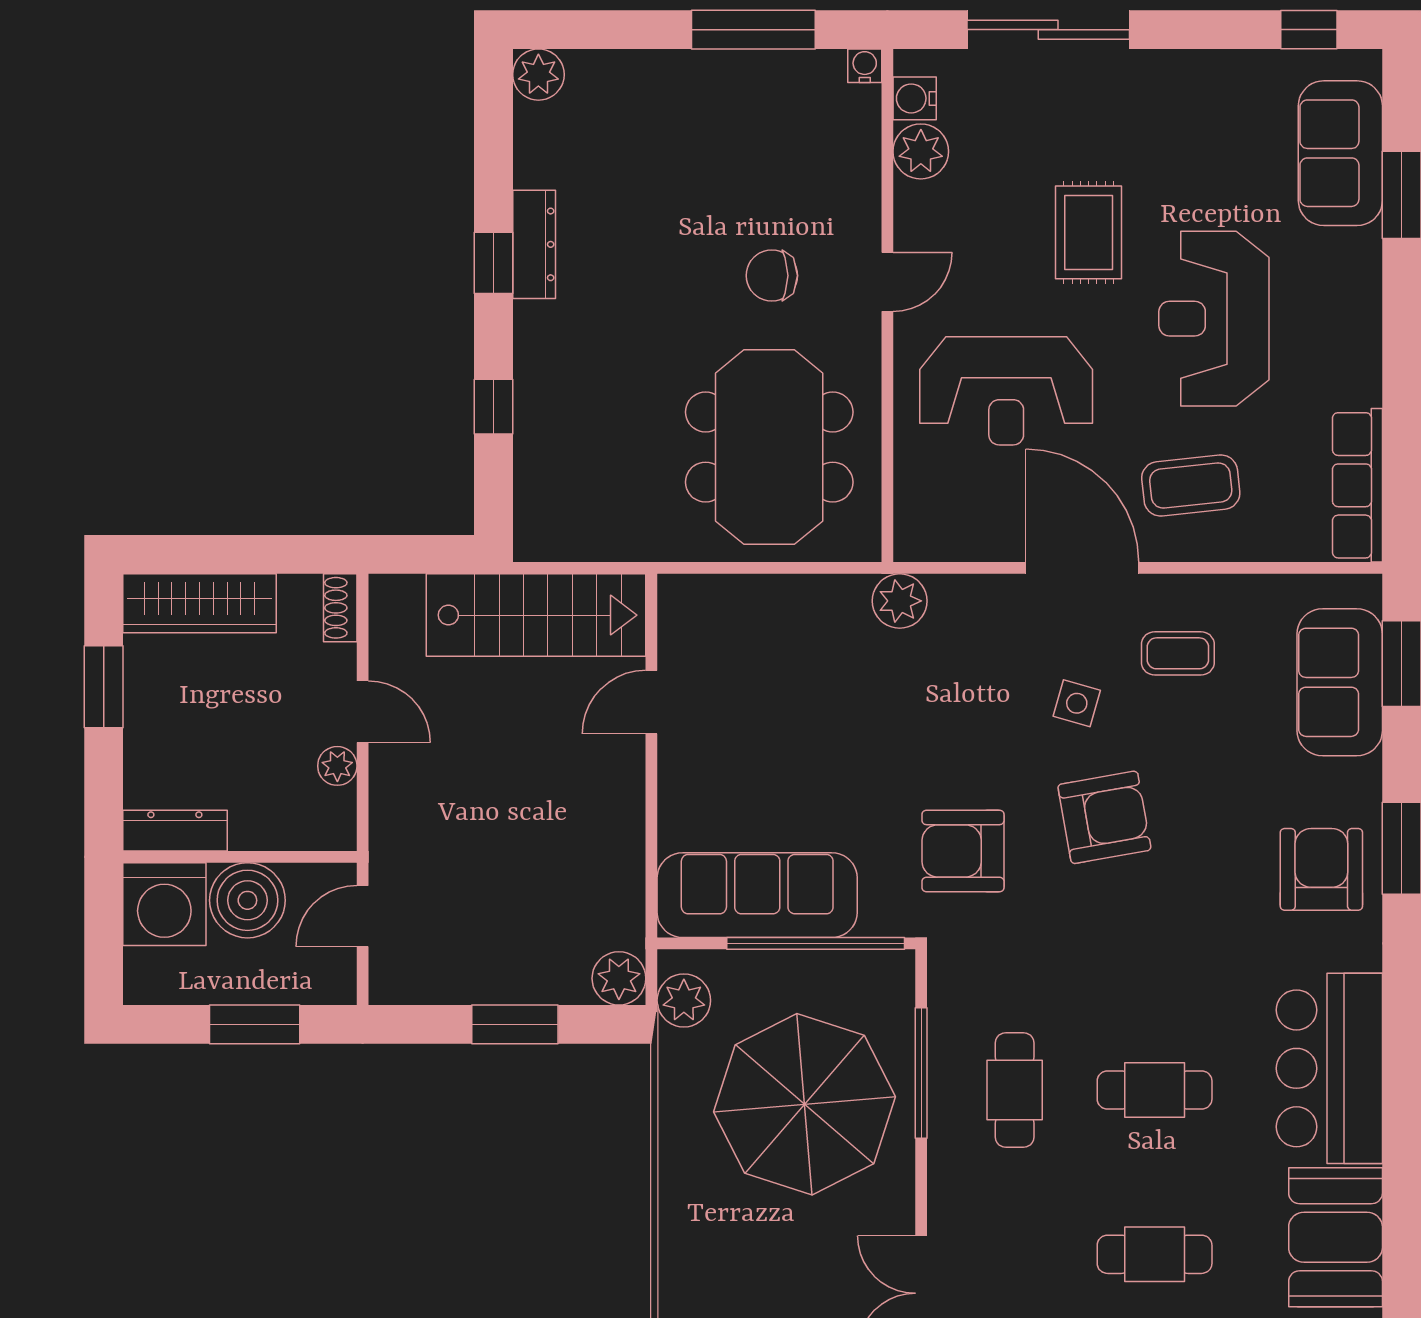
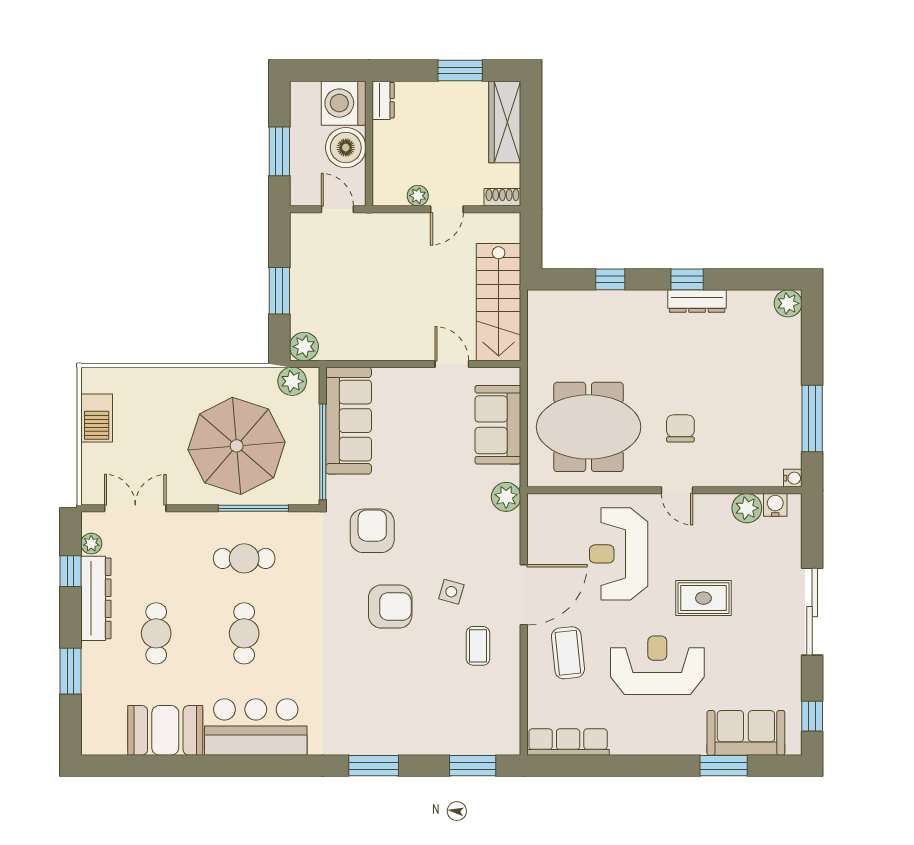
sliding door: (1048, 30) -> (812, 612), moved
sofa: (1340, 682) -> (498, 425), moved, turned -90
armchair: (1104, 817) -> (390, 607), turned -80
dresser: (175, 831) -> (383, 100), width x0.70
armchair: (1321, 869) -> (362, 723), removed

